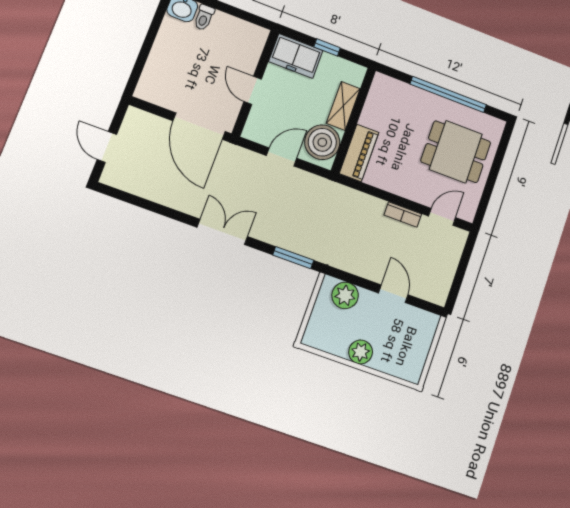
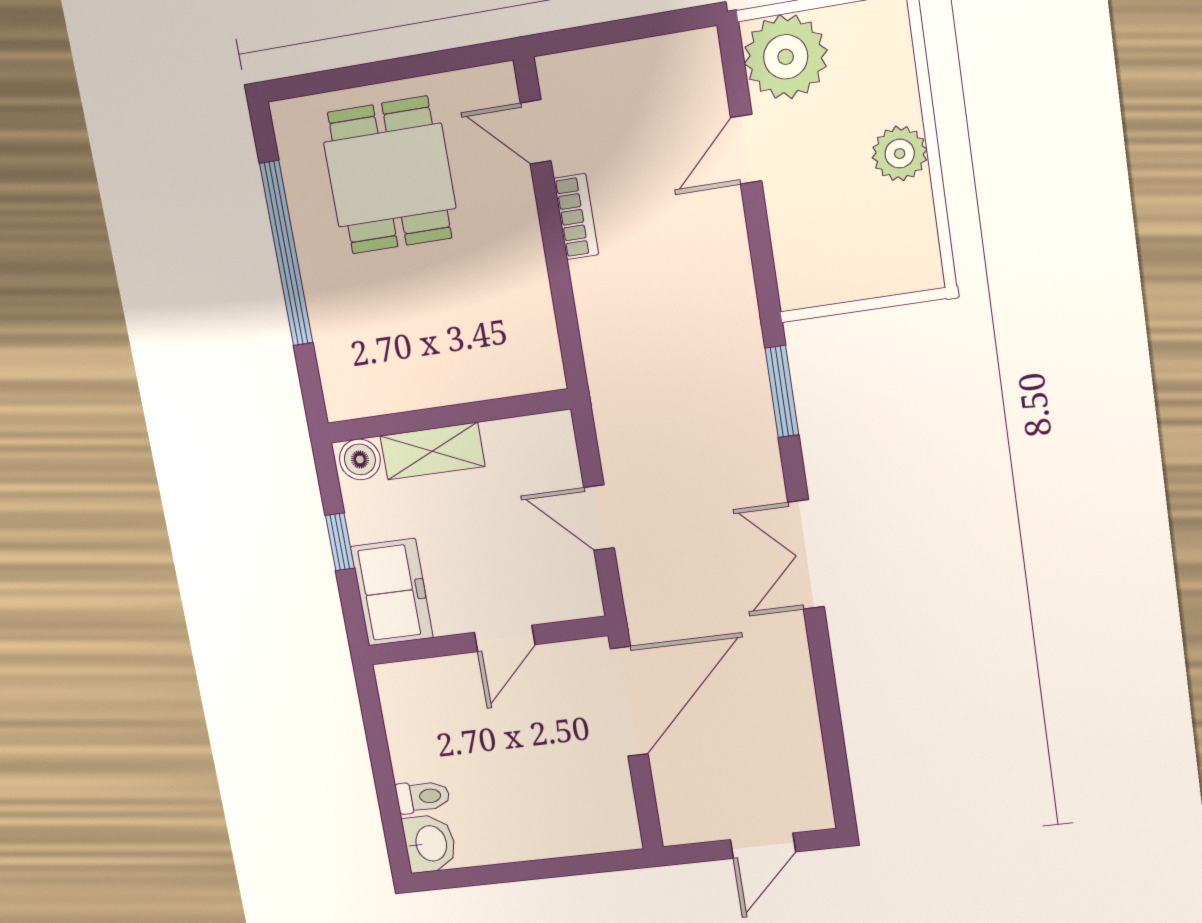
boiler: (322, 142) -> (360, 459), moved, width x0.54, depth x0.54
piano: (359, 153) -> (505, 371), removed
plant: (345, 295) -> (786, 57), moved, width x1.36, depth x1.36

